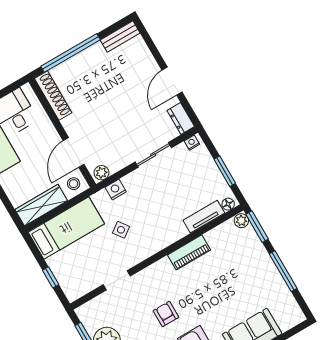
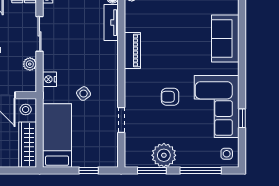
plant: (101, 173) -> (30, 64), moved

